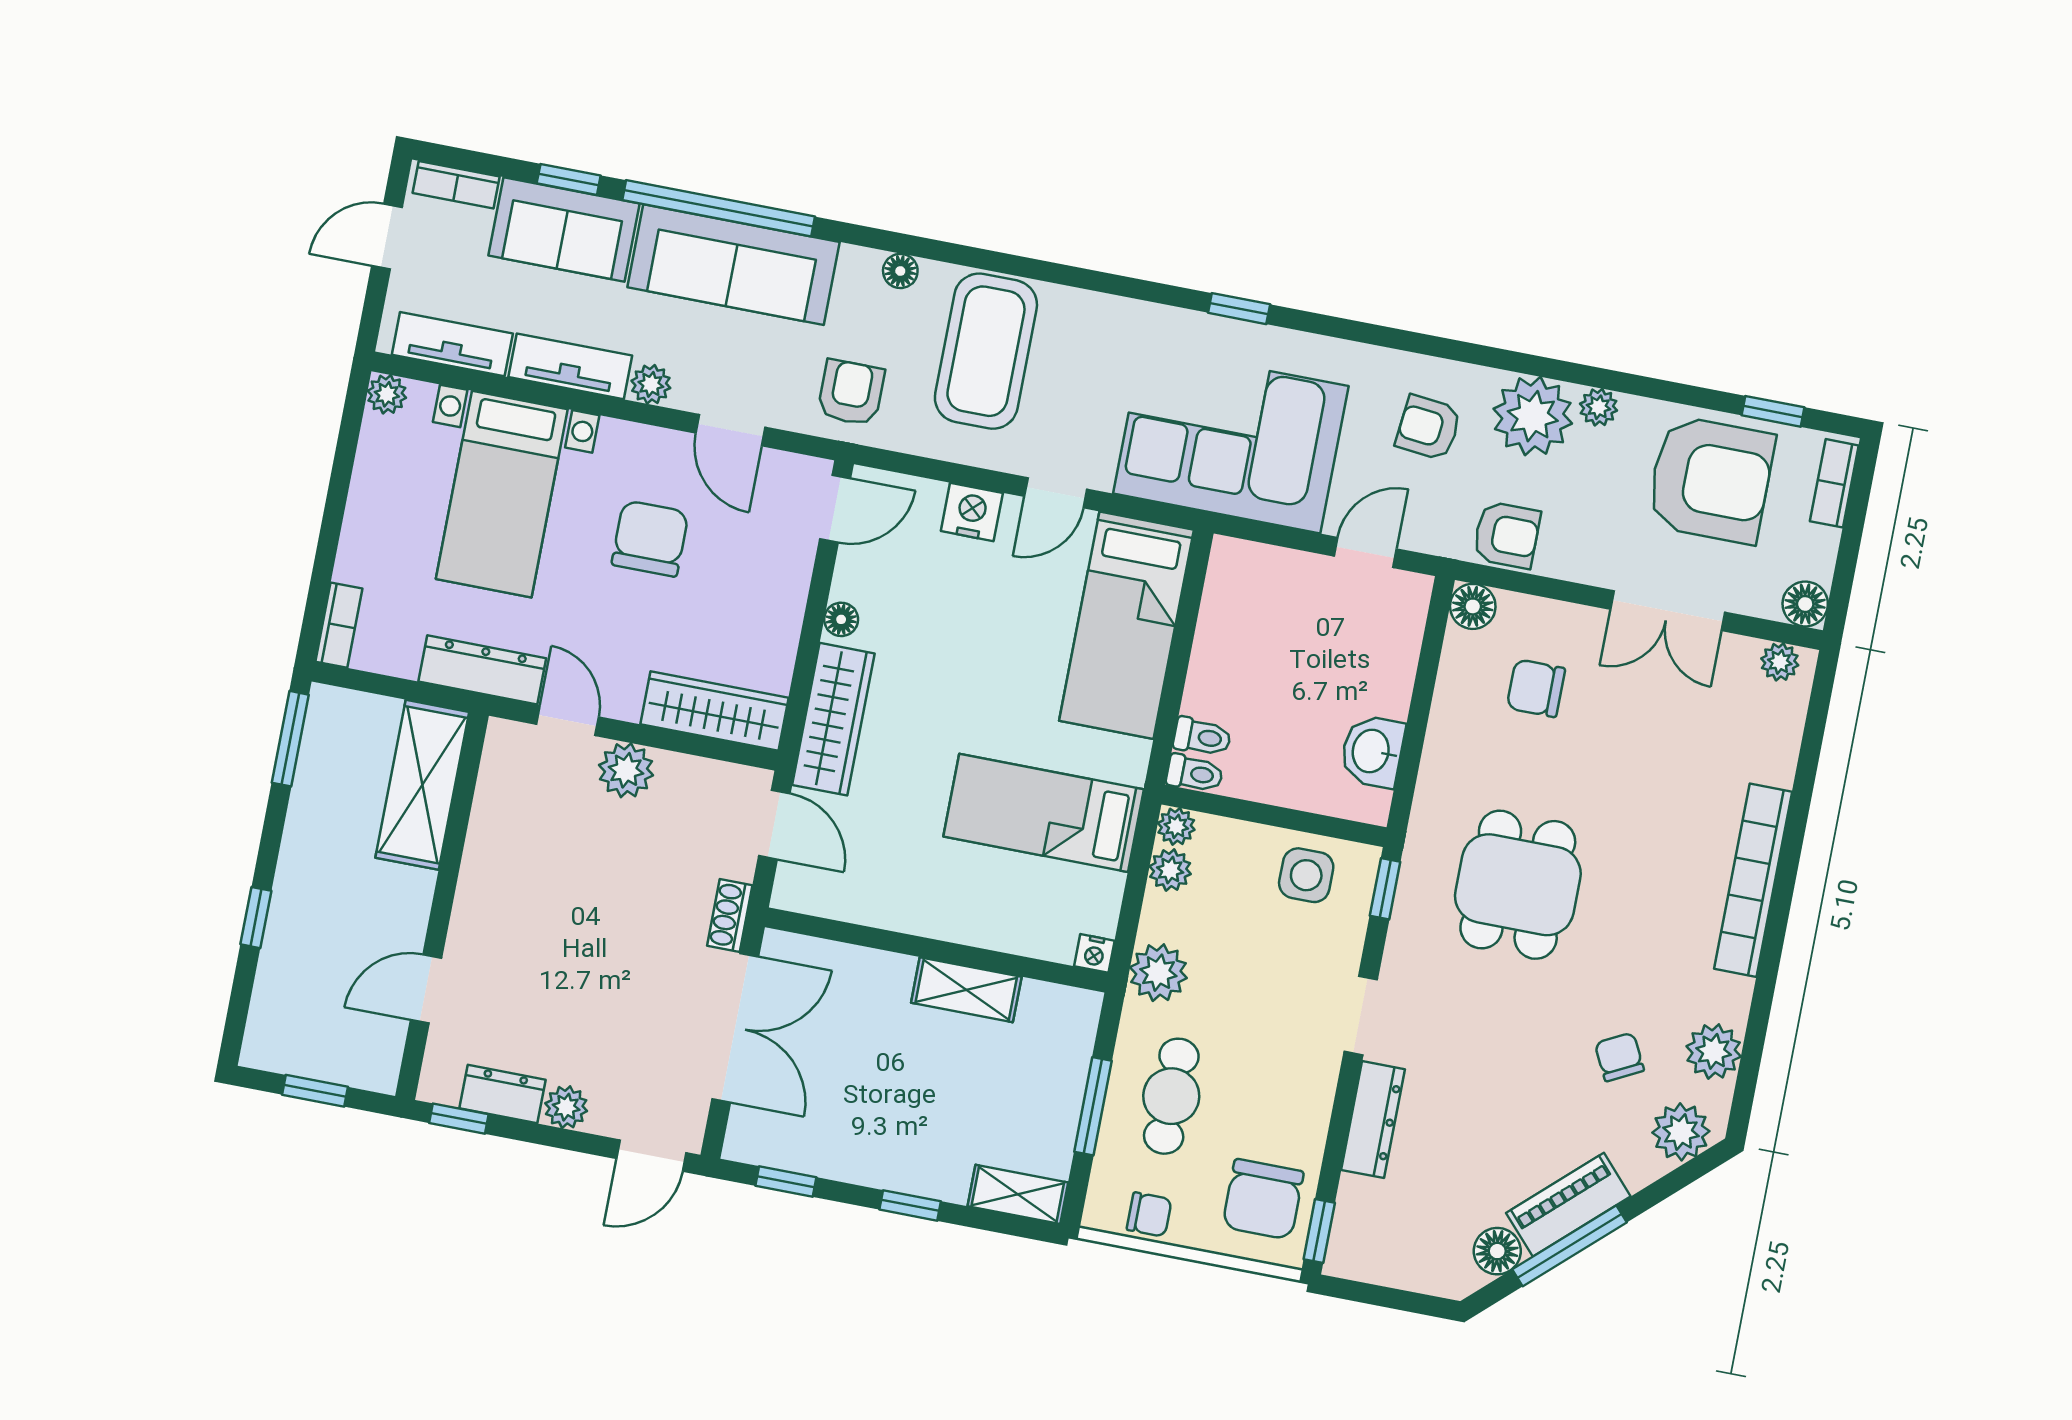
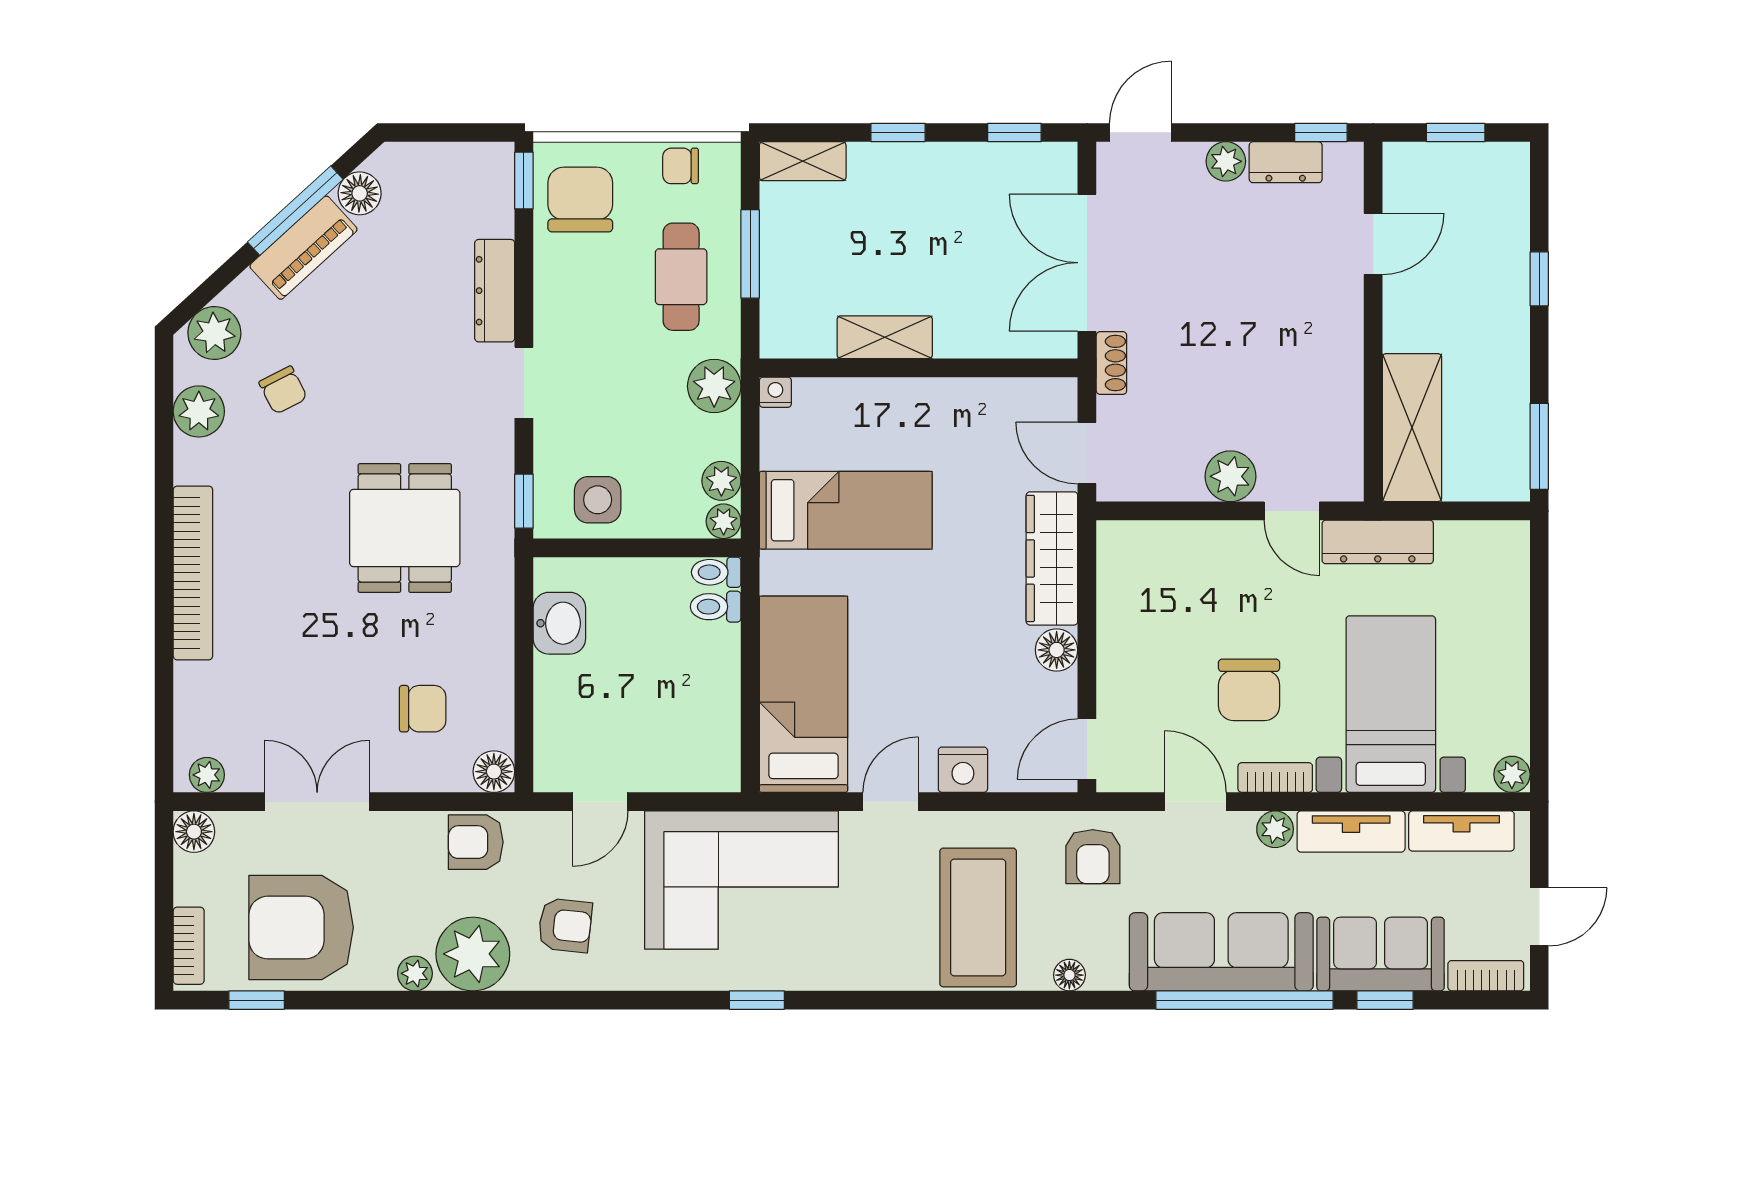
floor lamp: (841, 619) -> (1057, 650), width x1.37, depth x1.37
bookcase: (339, 625) -> (1275, 778), moved, turned 90
wardrobe: (714, 711) -> (1161, 545), removed

